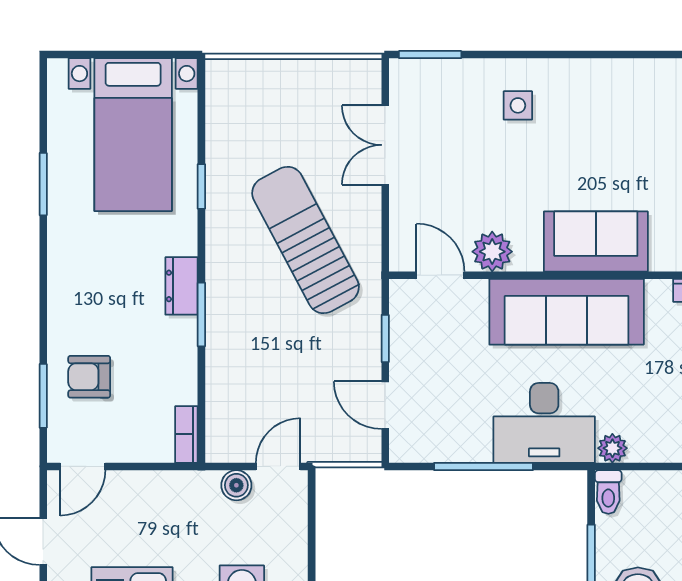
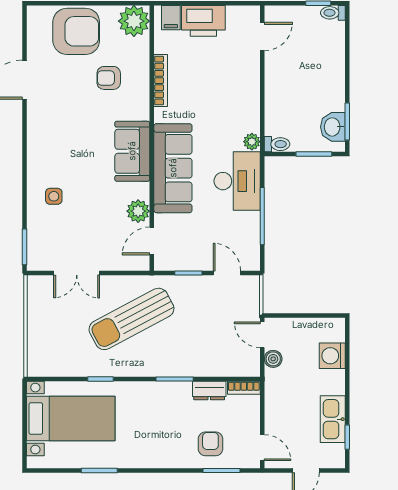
dresser: (181, 286) -> (209, 391), moved
armchair: (89, 377) -> (210, 444), turned 180
door: (385, 405) -> (227, 273), swing flipped

